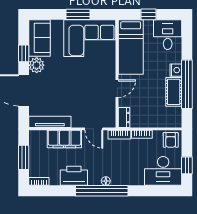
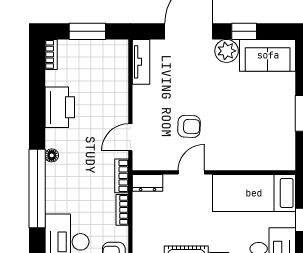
corner sofa: (90, 38) -> (267, 131), removed
door: (117, 89) -> (191, 172), swing flipped
armchair: (87, 90) -> (189, 126), added
tv unit: (50, 122) -> (141, 62), width x0.71
filing cabinet: (64, 139) -> (115, 93), removed
window: (102, 191) -> (37, 188), moved

